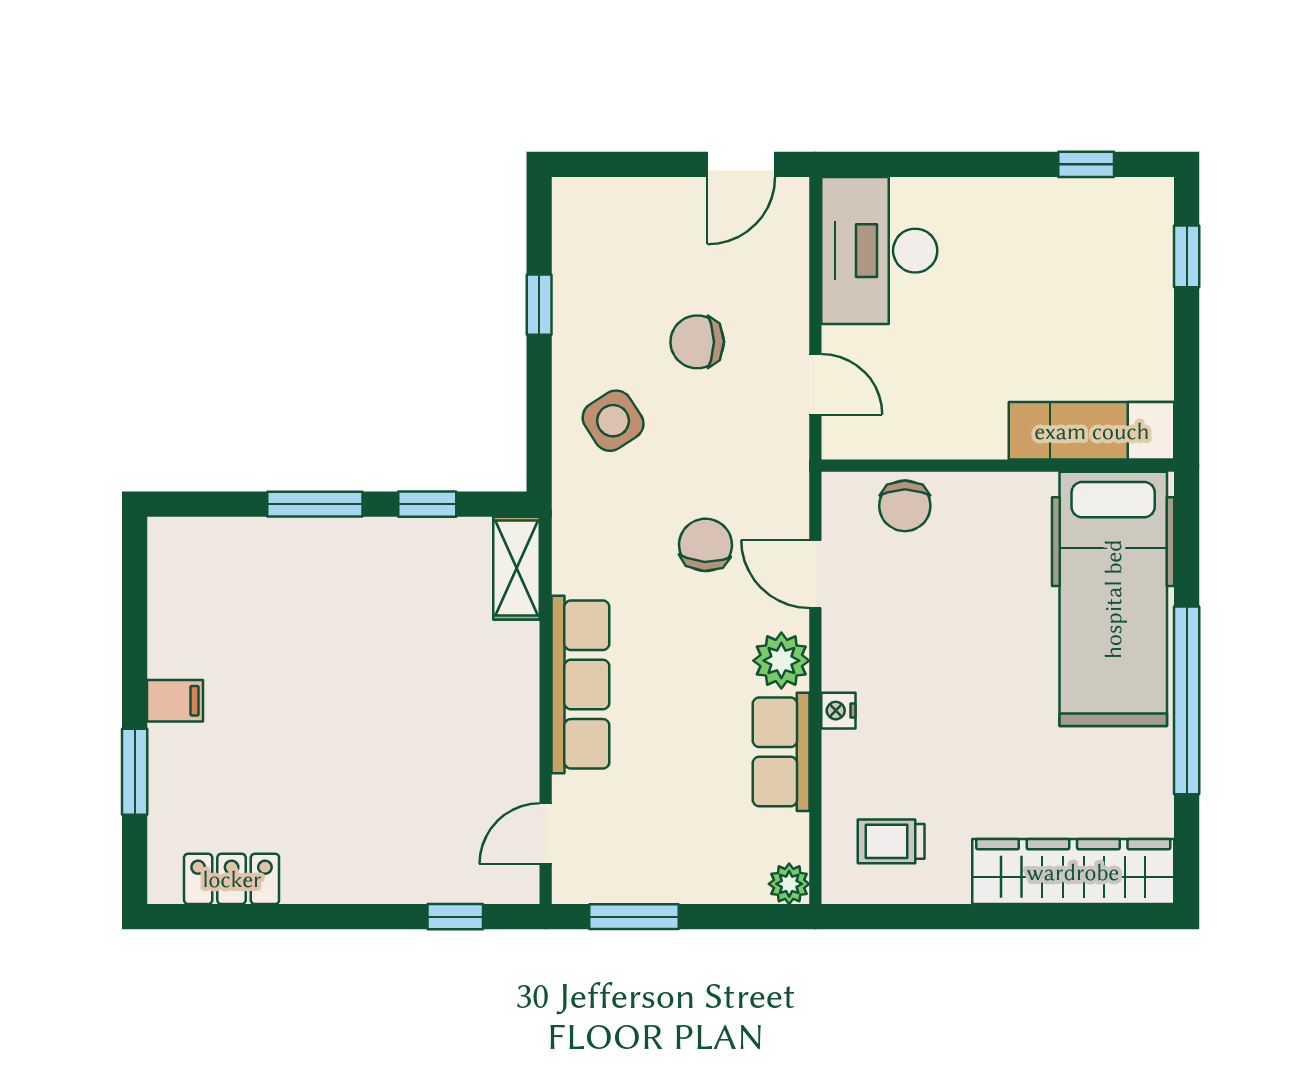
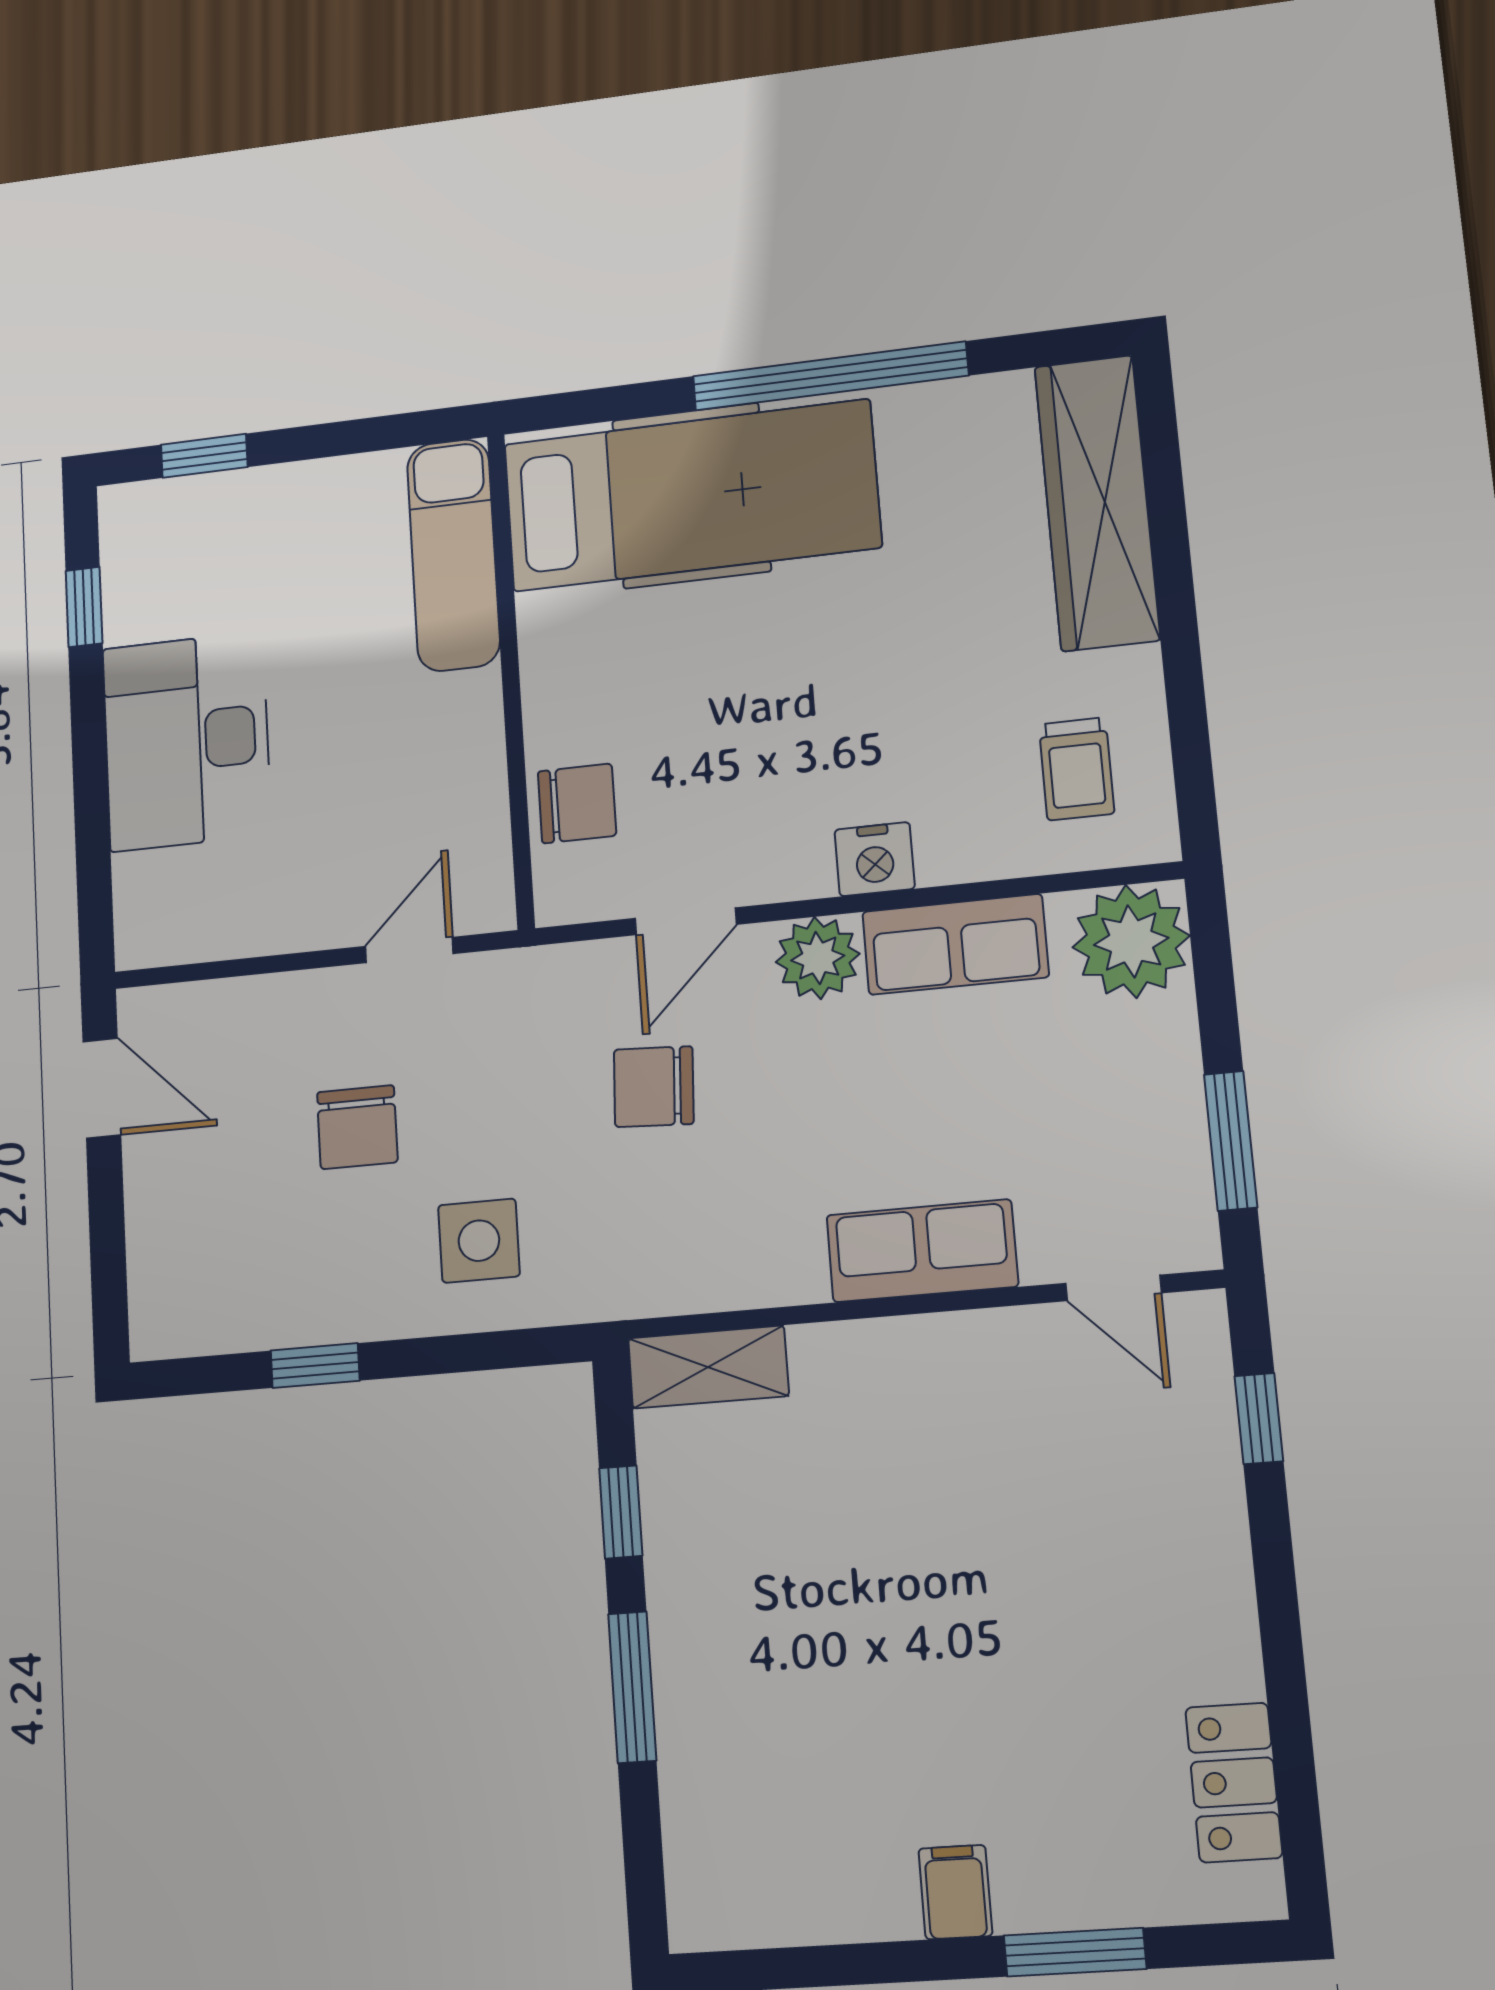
desk: (879, 251) -> (187, 741), moved, turned 90
side table: (613, 421) -> (479, 1241), turned 33
row of seats: (580, 685) -> (922, 1251), width x0.68
nightstand: (838, 711) -> (875, 859), width x1.39, depth x1.35
plant: (789, 884) -> (1131, 941), width x1.88, depth x1.88

